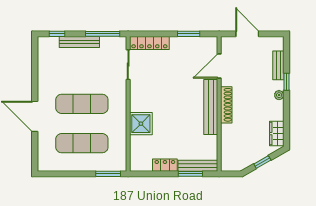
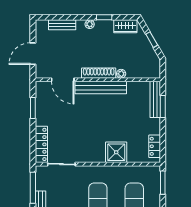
window: (287, 82) -> (104, 17), moved
plant: (226, 129) -> (121, 74), added
locker: (165, 165) -> (155, 146), moved

